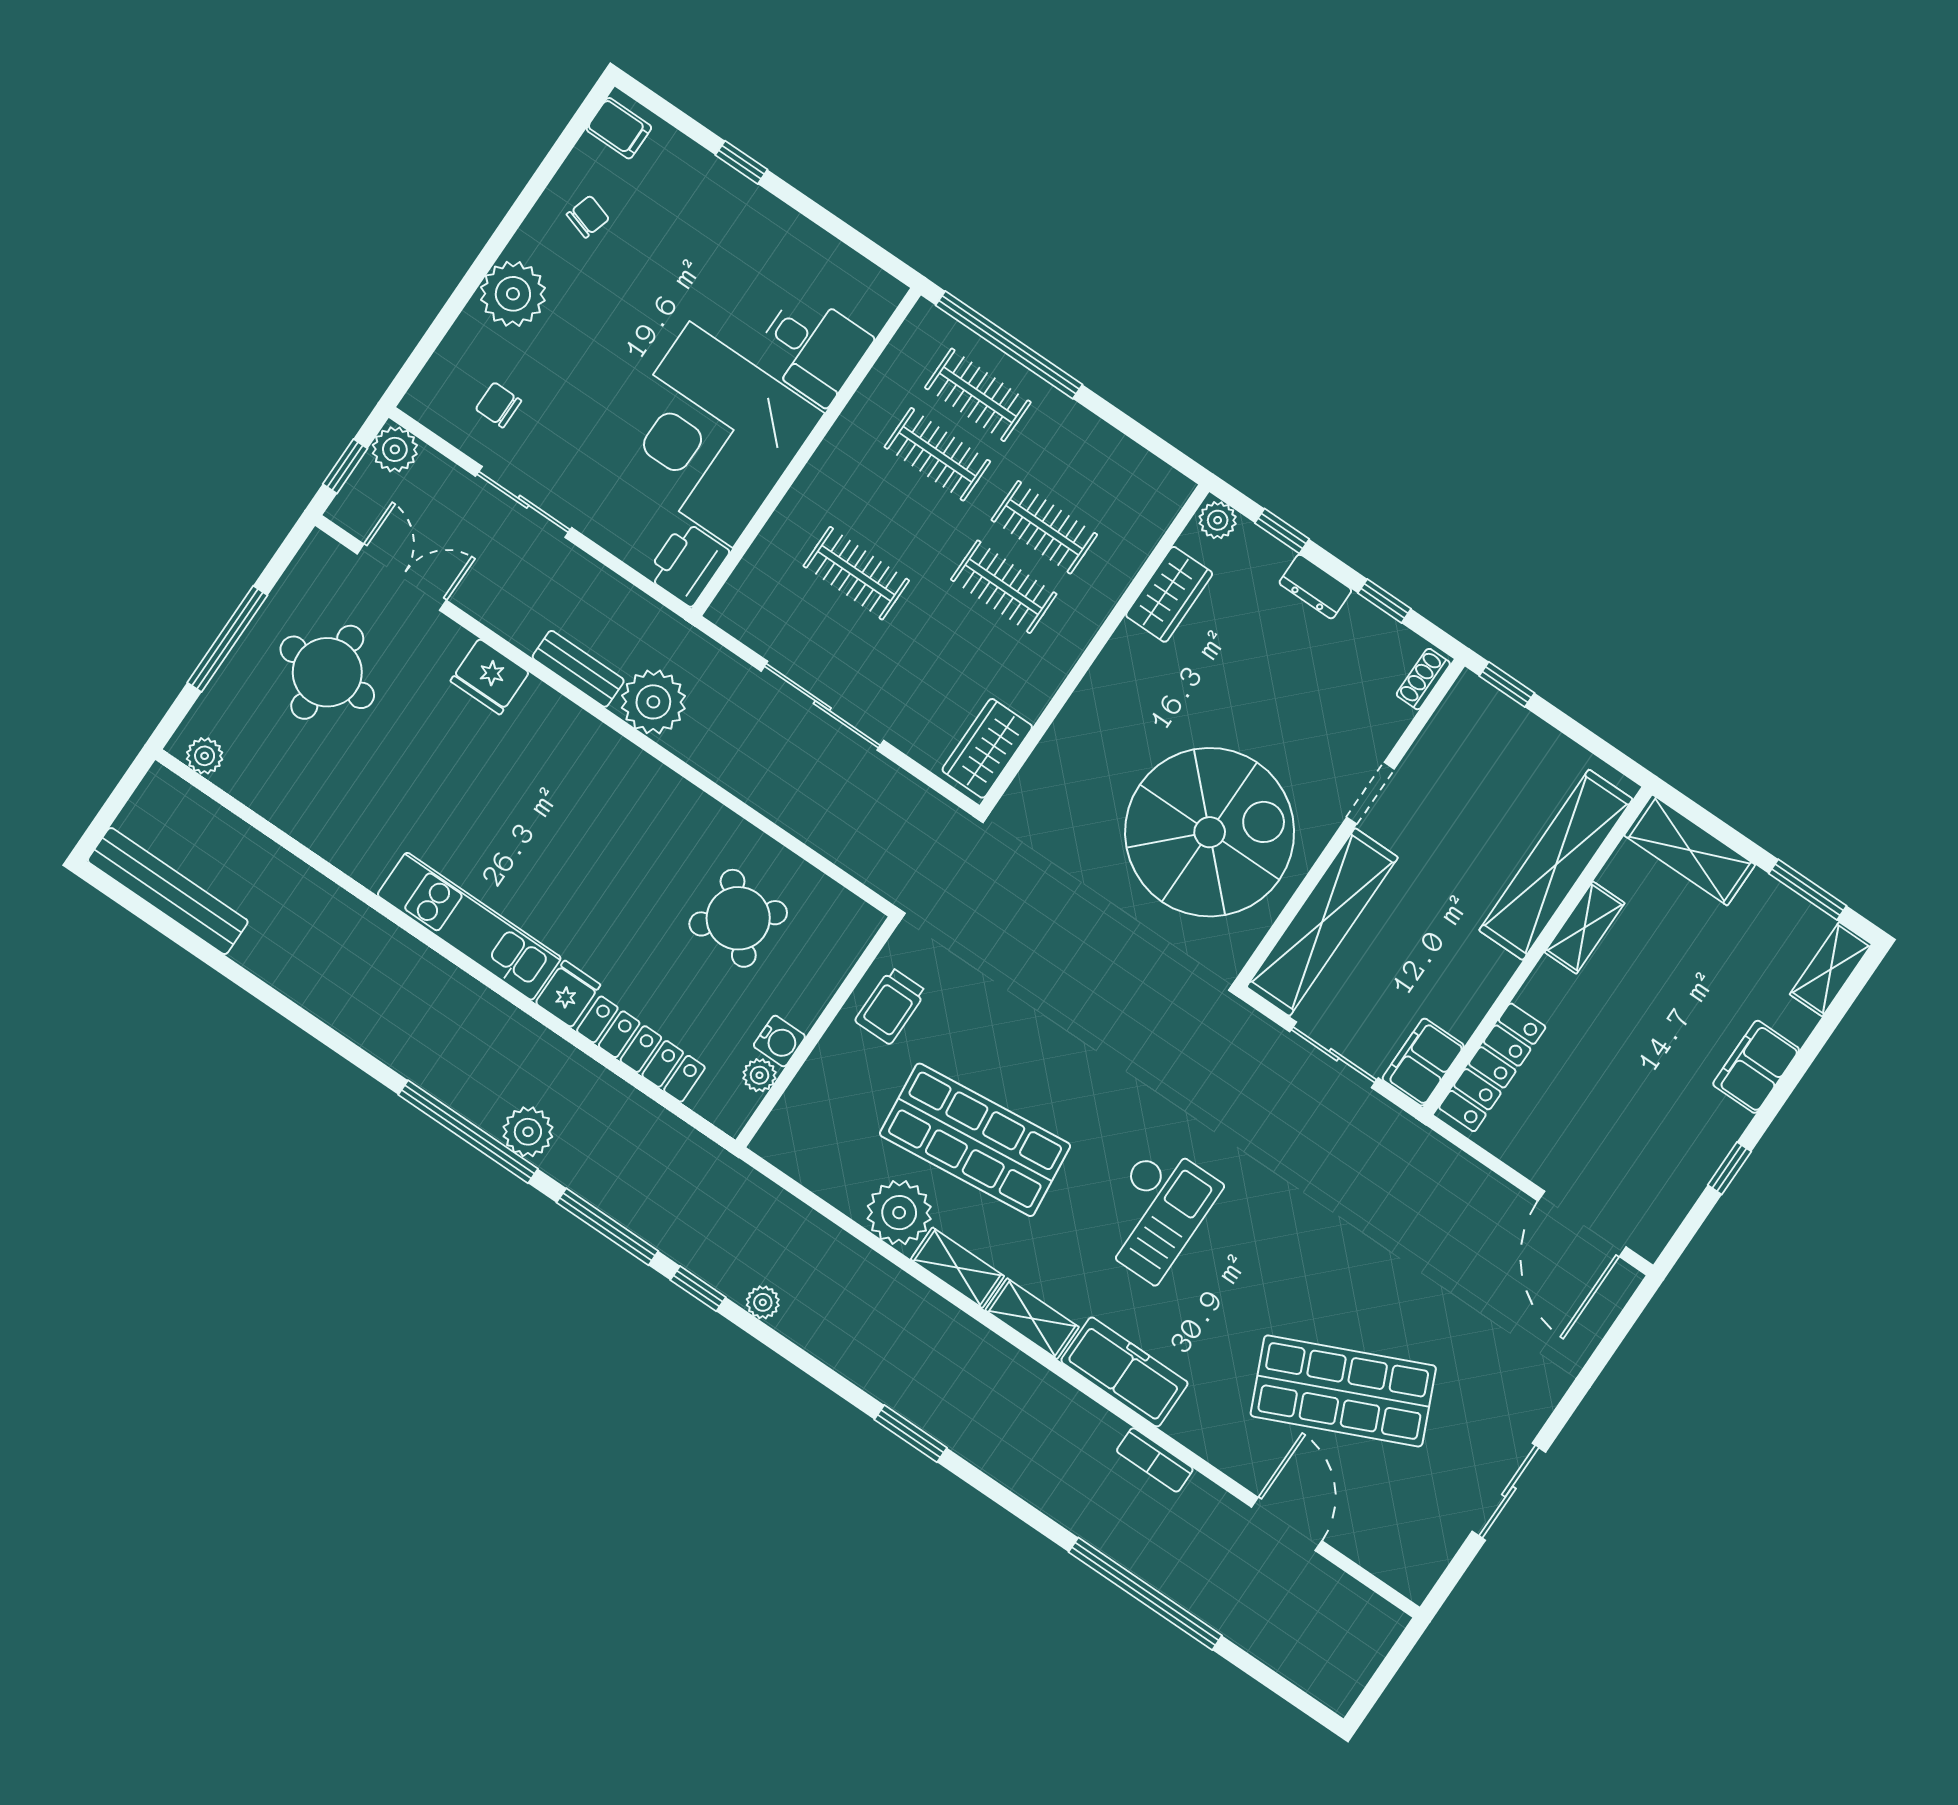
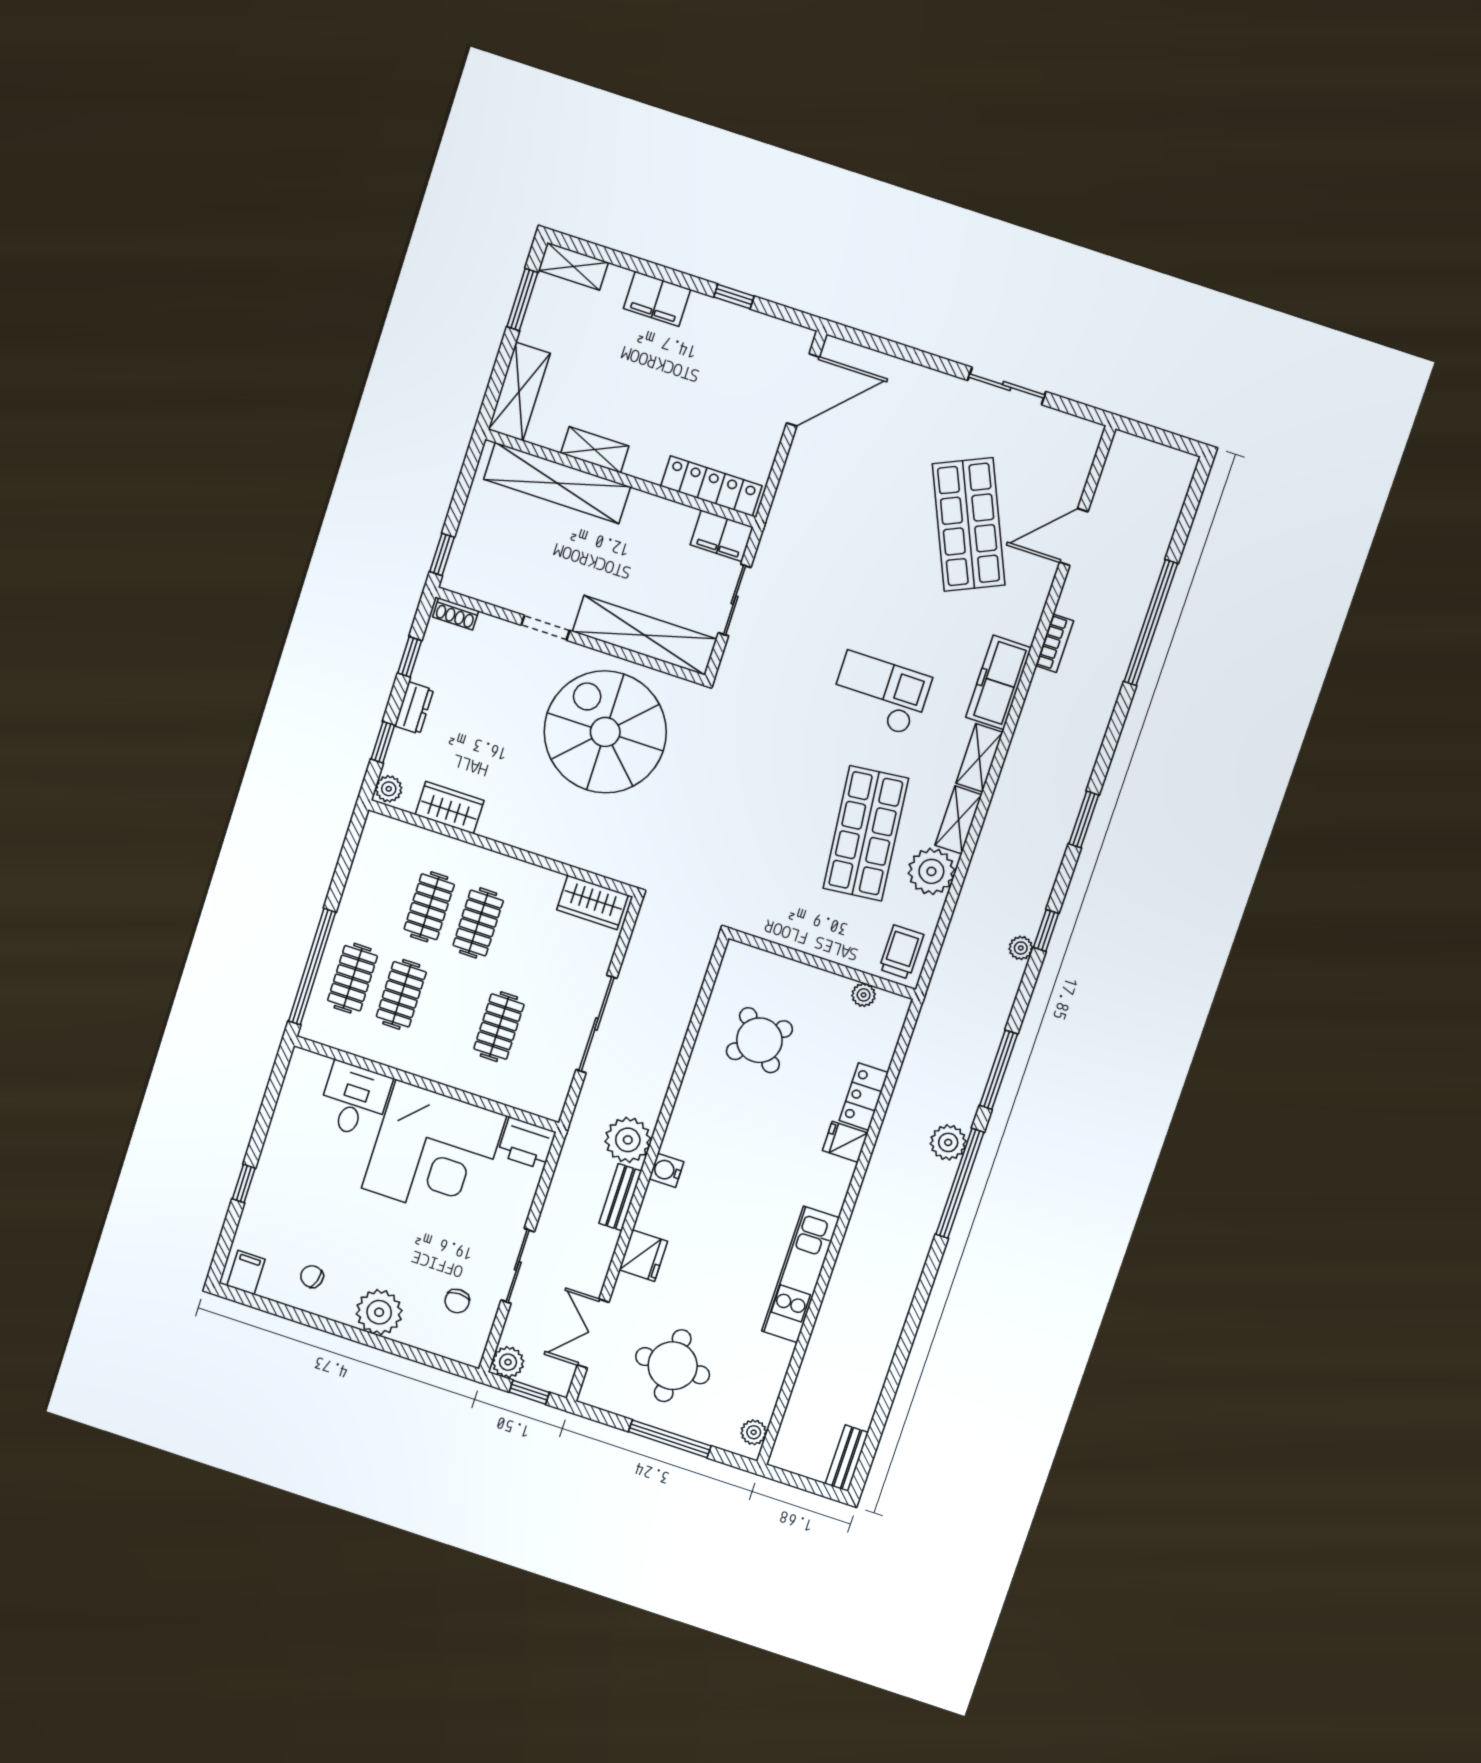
bench: (168, 891) -> (847, 1458), width x0.54, depth x0.82
kitchen unit: (469, 926) -> (800, 1275), moved
trolley: (891, 1006) -> (901, 952), moved, turned -90
water cooler: (779, 1041) -> (666, 1170), moved, turned -90
locker: (641, 1049) -> (864, 1097), width x0.66
window: (698, 1289) -> (1046, 930), moved

